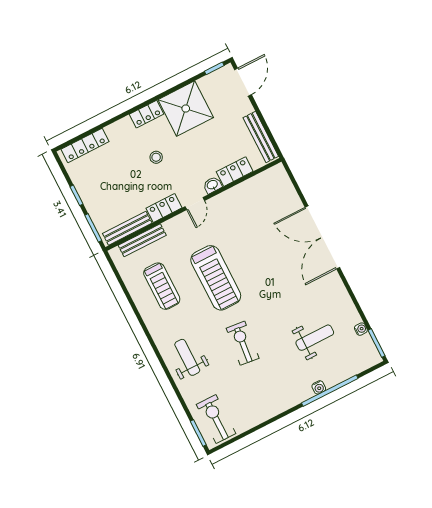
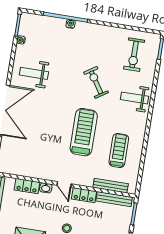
door: (195, 204) -> (64, 184), swing flipped
weight bench: (315, 338) -> (34, 73), moved
exercise bike: (243, 343) -> (96, 82), turned 141
weight bench: (187, 357) -> (134, 98), turned 90
exercise bike: (216, 419) -> (134, 55), moved

